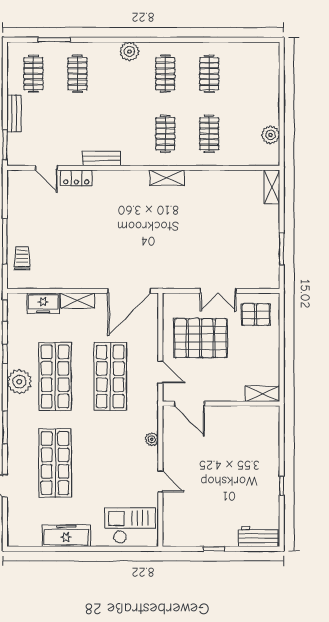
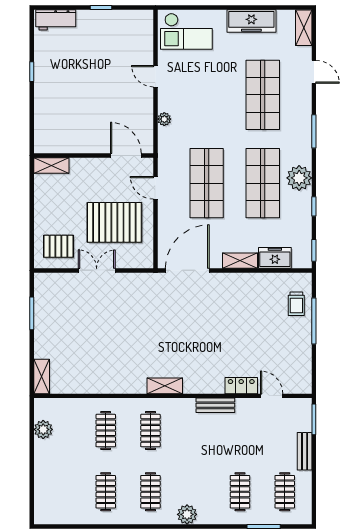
shelving: (167, 178) -> (165, 386), moved
shelving: (15, 529) -> (304, 28), added

